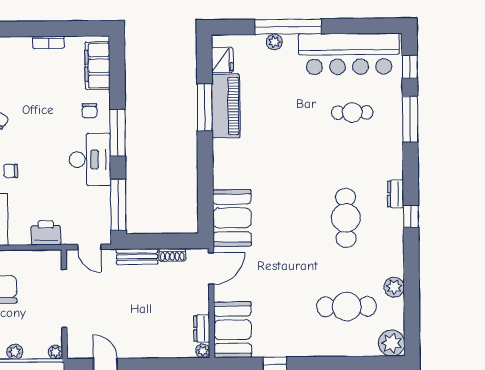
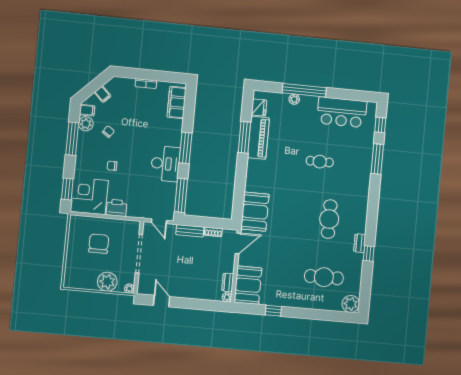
bar counter: (349, 54) -> (342, 112), width x0.73
chair: (89, 111) -> (168, 132), removed
cafe table: (352, 113) -> (320, 162), moved
dresser: (395, 194) -> (360, 243), moved
window: (411, 216) -> (369, 254), moved
printer: (46, 233) -> (117, 208), moved
plant: (394, 287) -> (356, 267), removed
plant: (15, 352) -> (107, 282), width x1.88, depth x1.88

